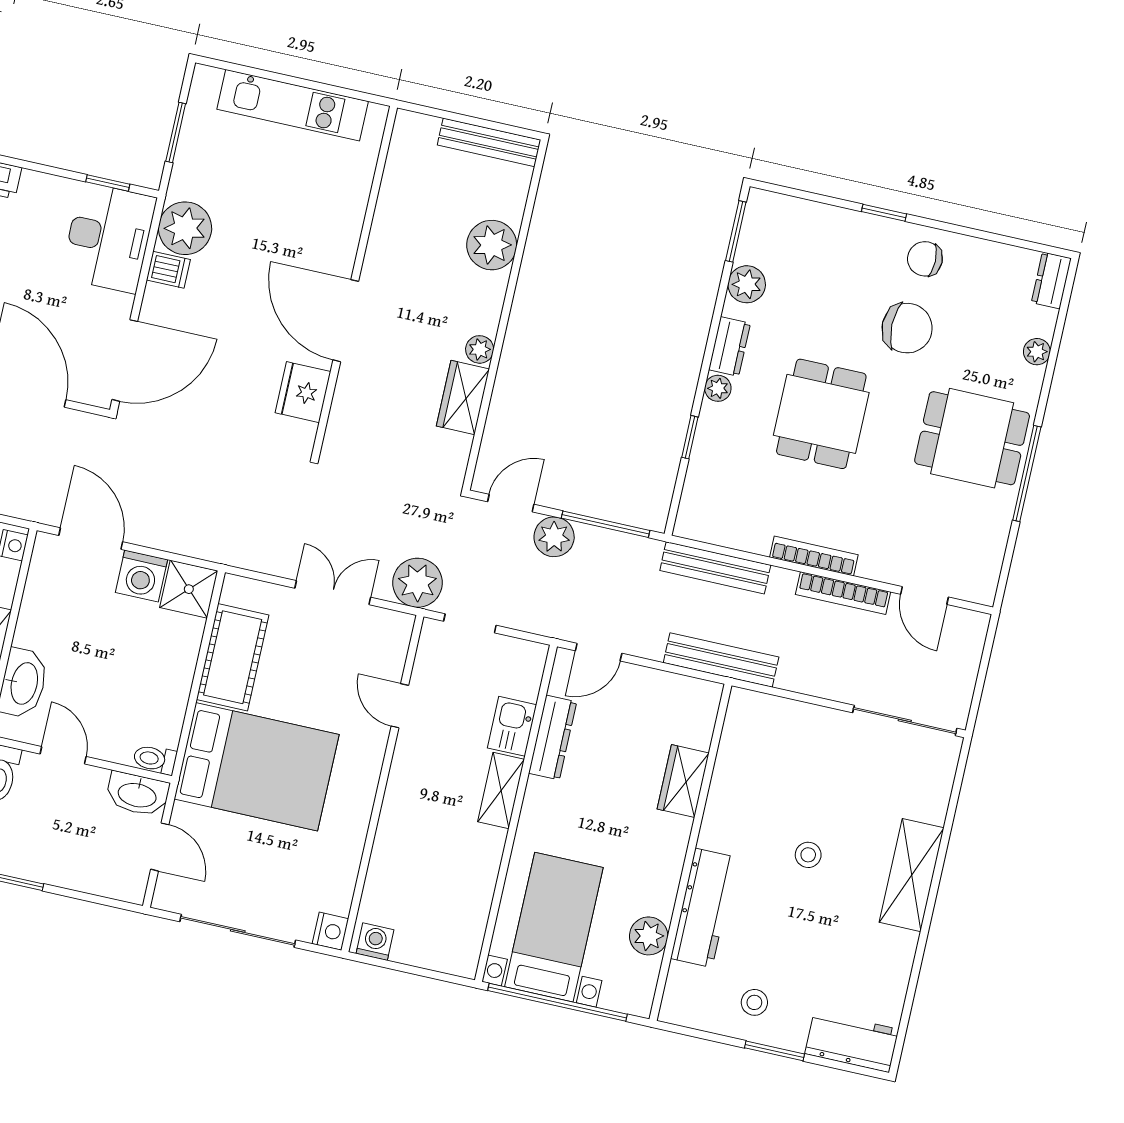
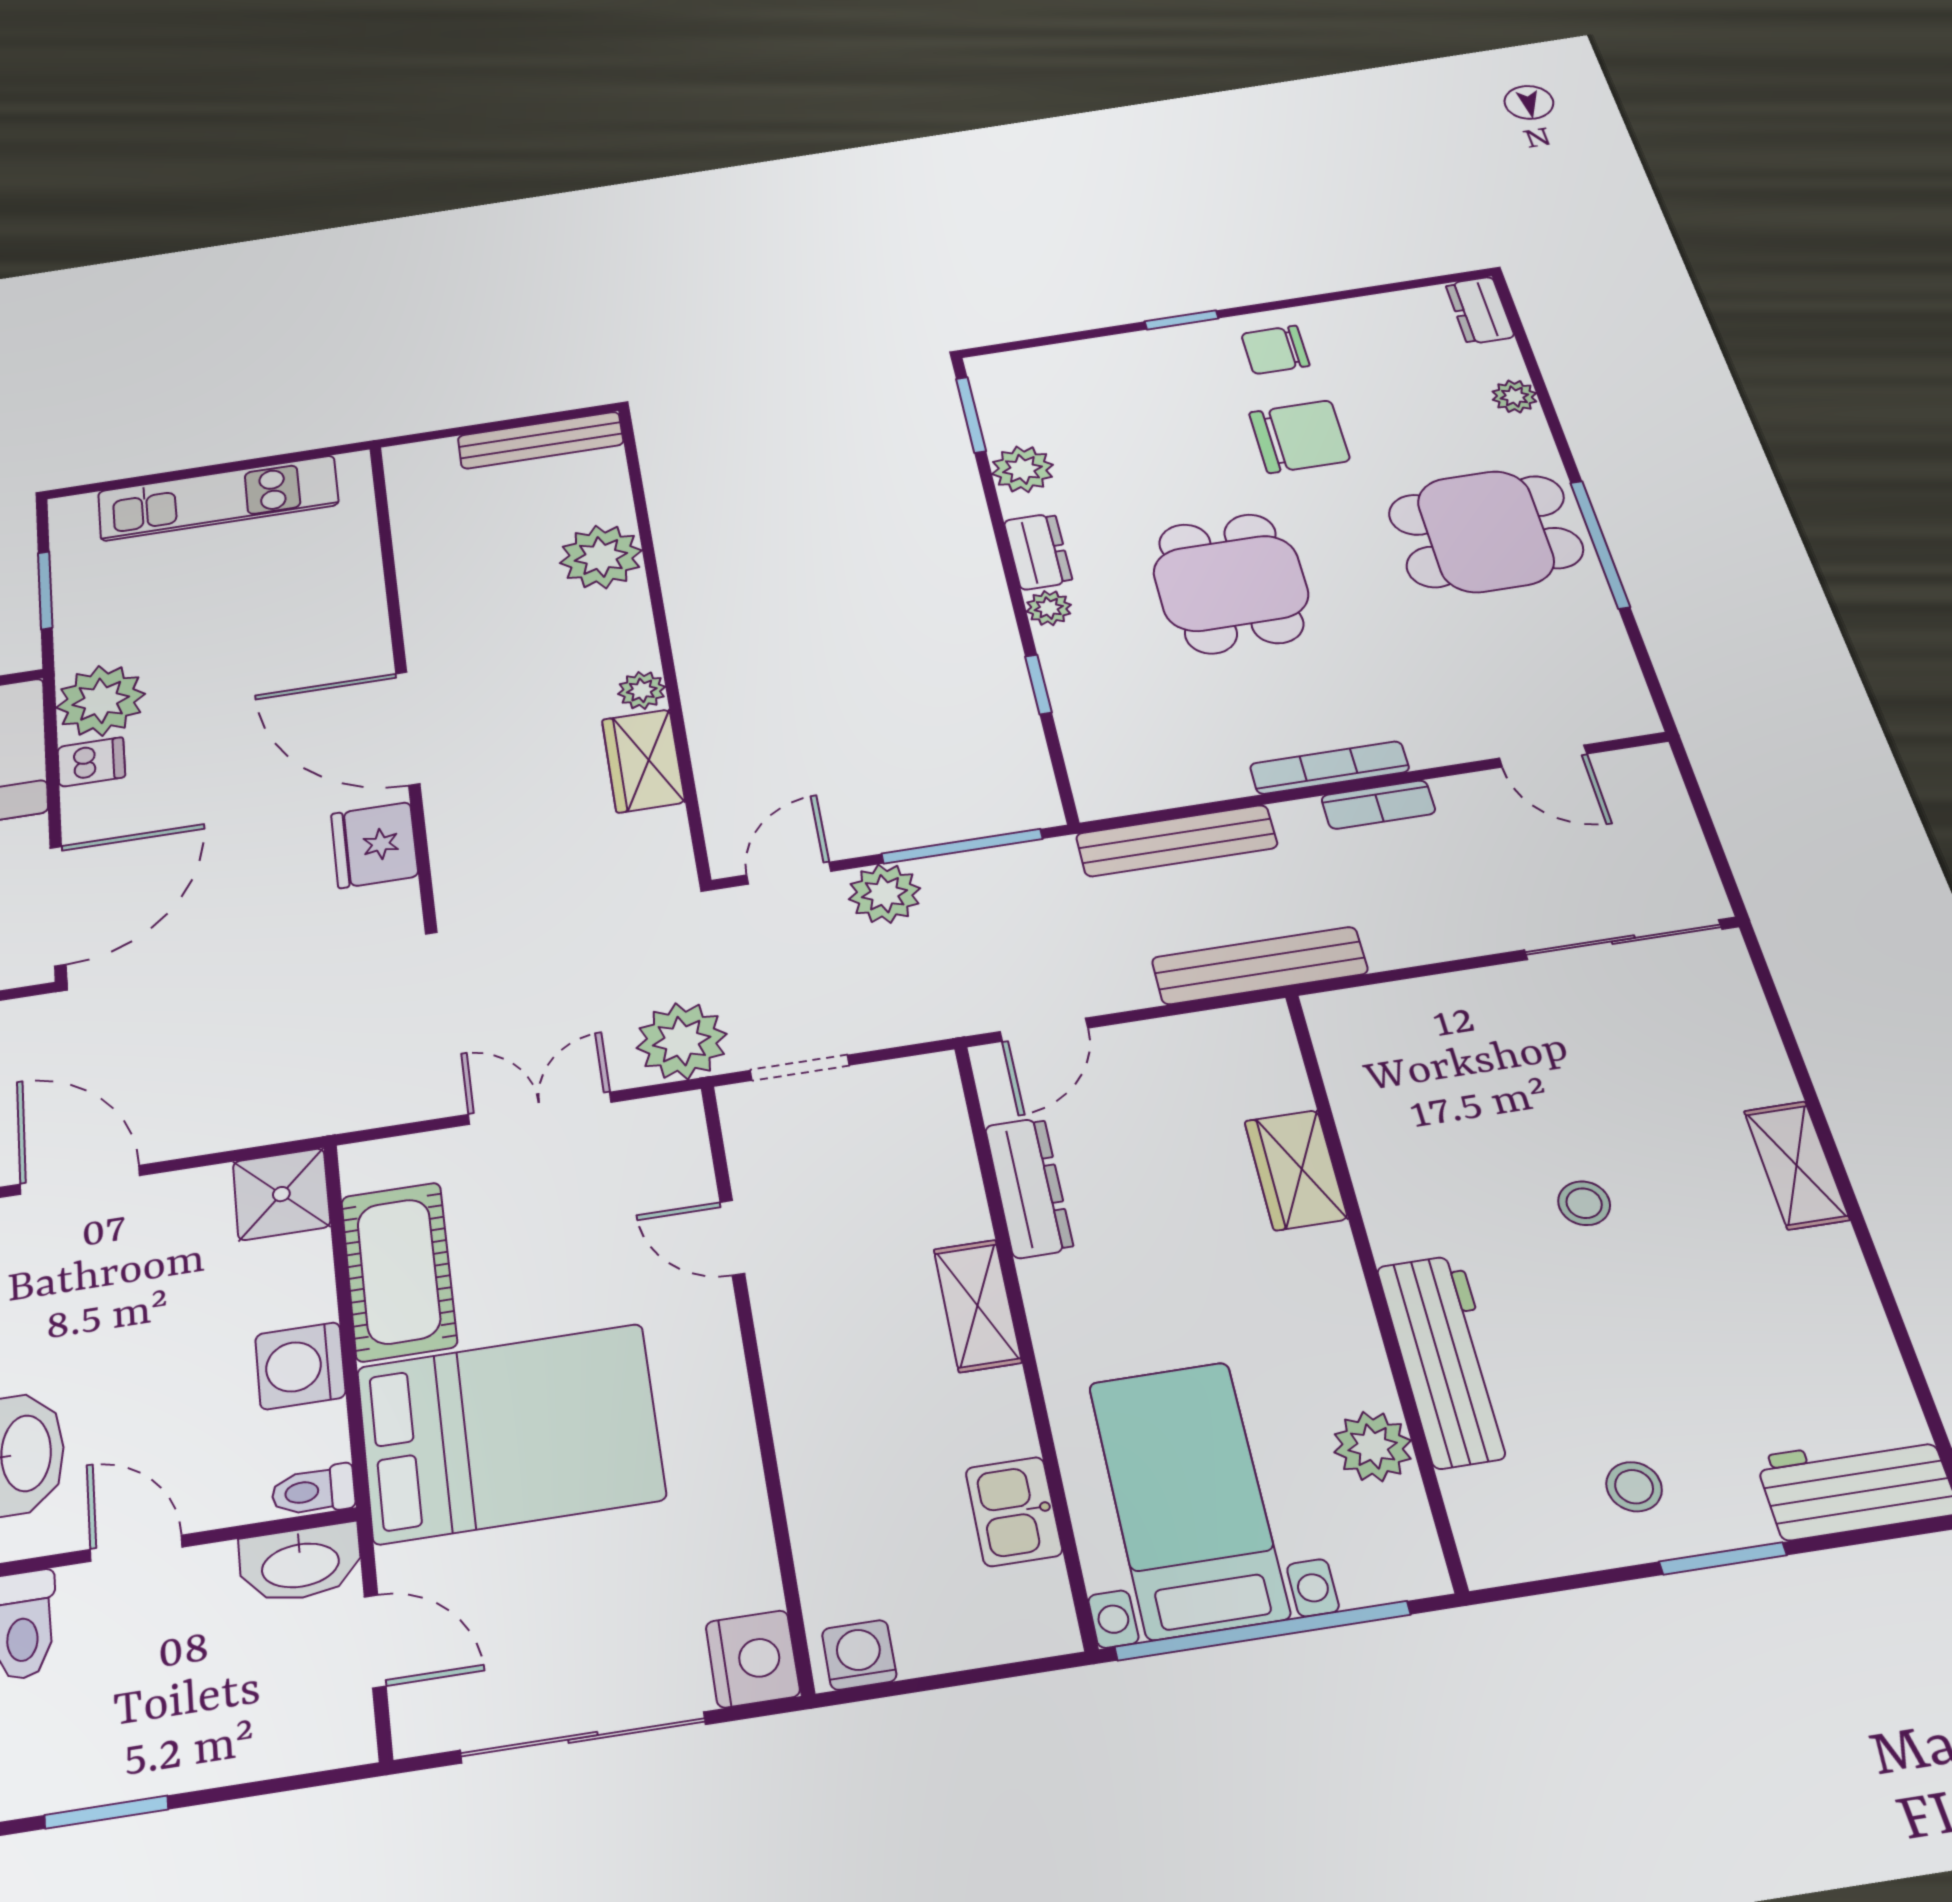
washing machine: (141, 576) -> (300, 1366), moved, turned 90
bookcase: (843, 593) -> (1378, 805), width x0.64
kitchen sink: (512, 726) -> (1014, 1511), moved
shelving: (912, 875) -> (1796, 1165), width x0.67, depth x0.75
nightstand: (330, 931) -> (753, 1659), width x1.36, depth x1.33

